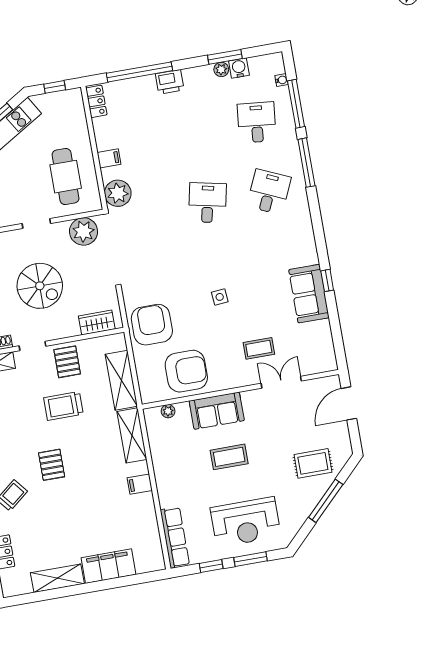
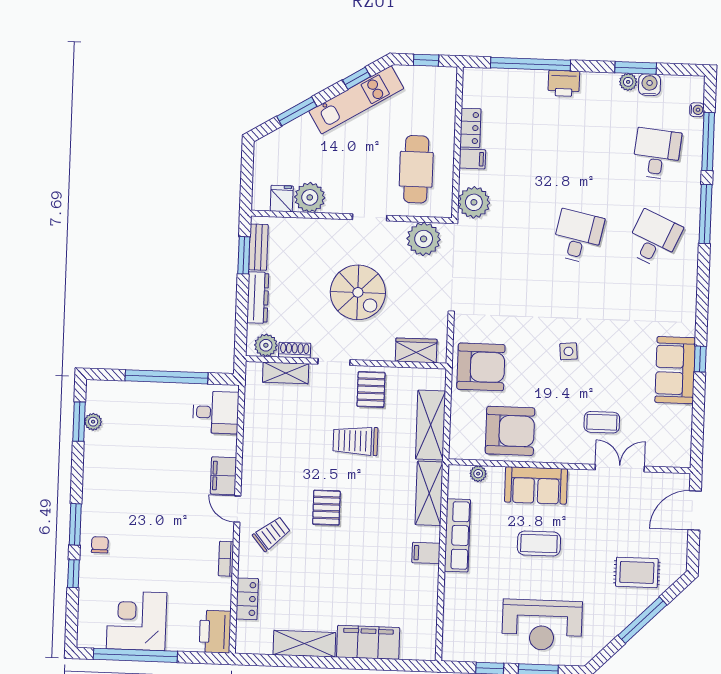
locker: (96, 101) -> (470, 128), moved
armchair: (152, 325) -> (481, 367), turned 90
row of seats: (175, 537) -> (457, 535), moved

